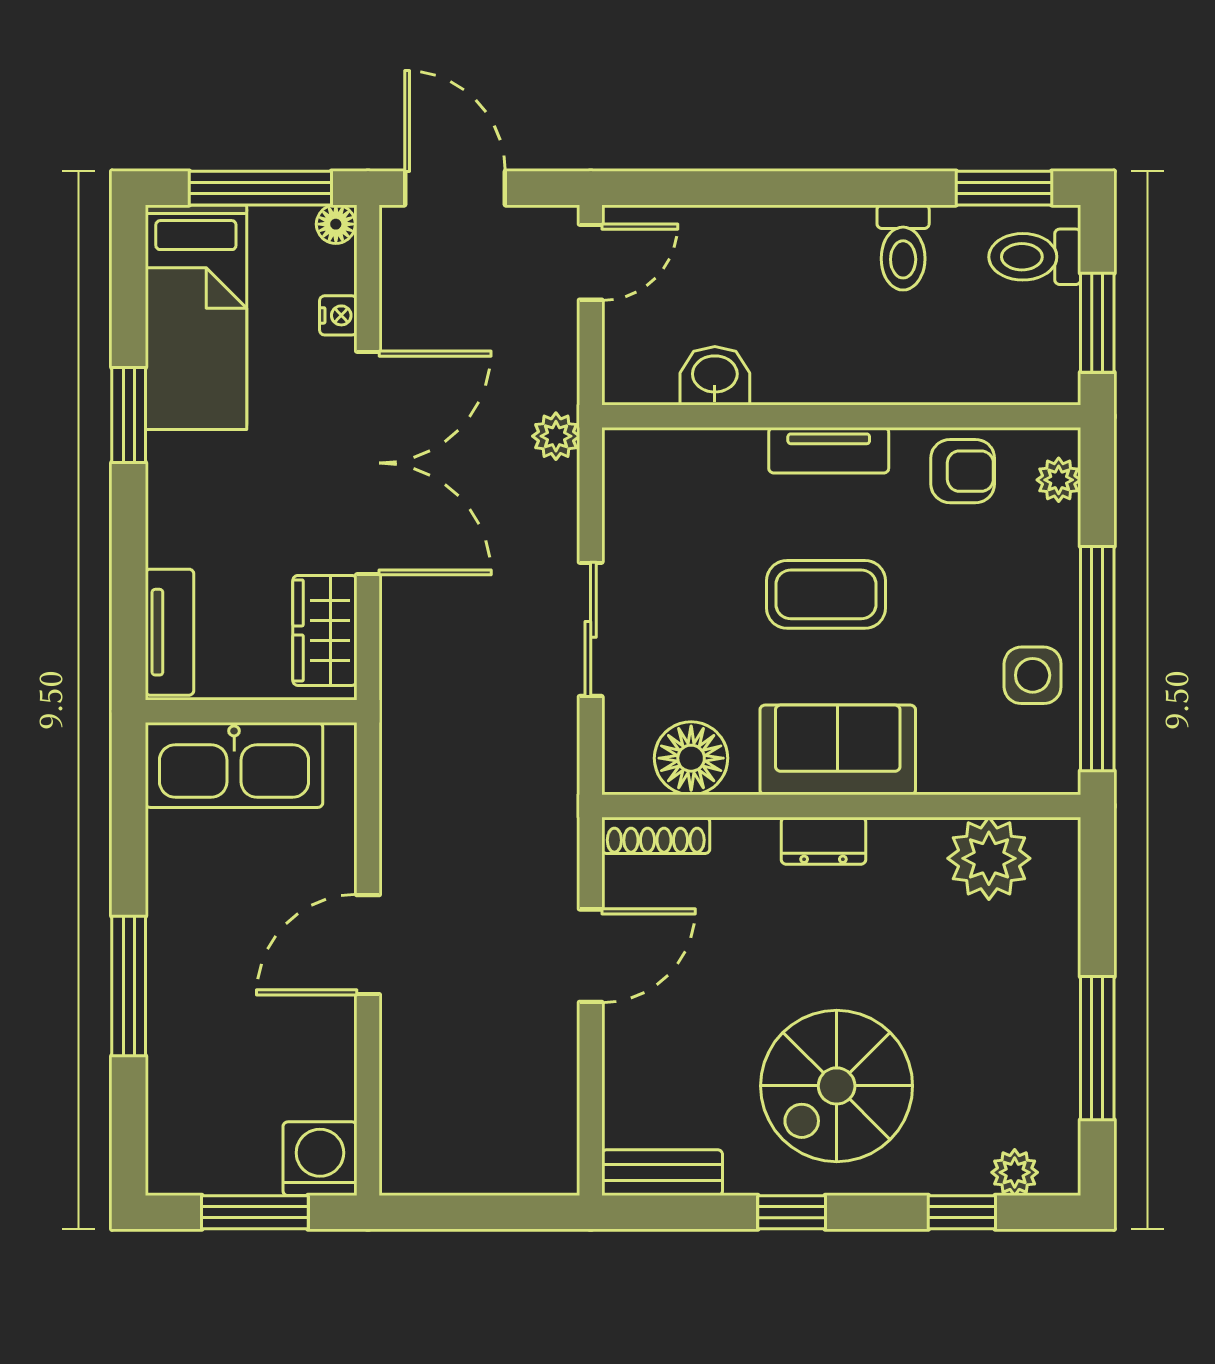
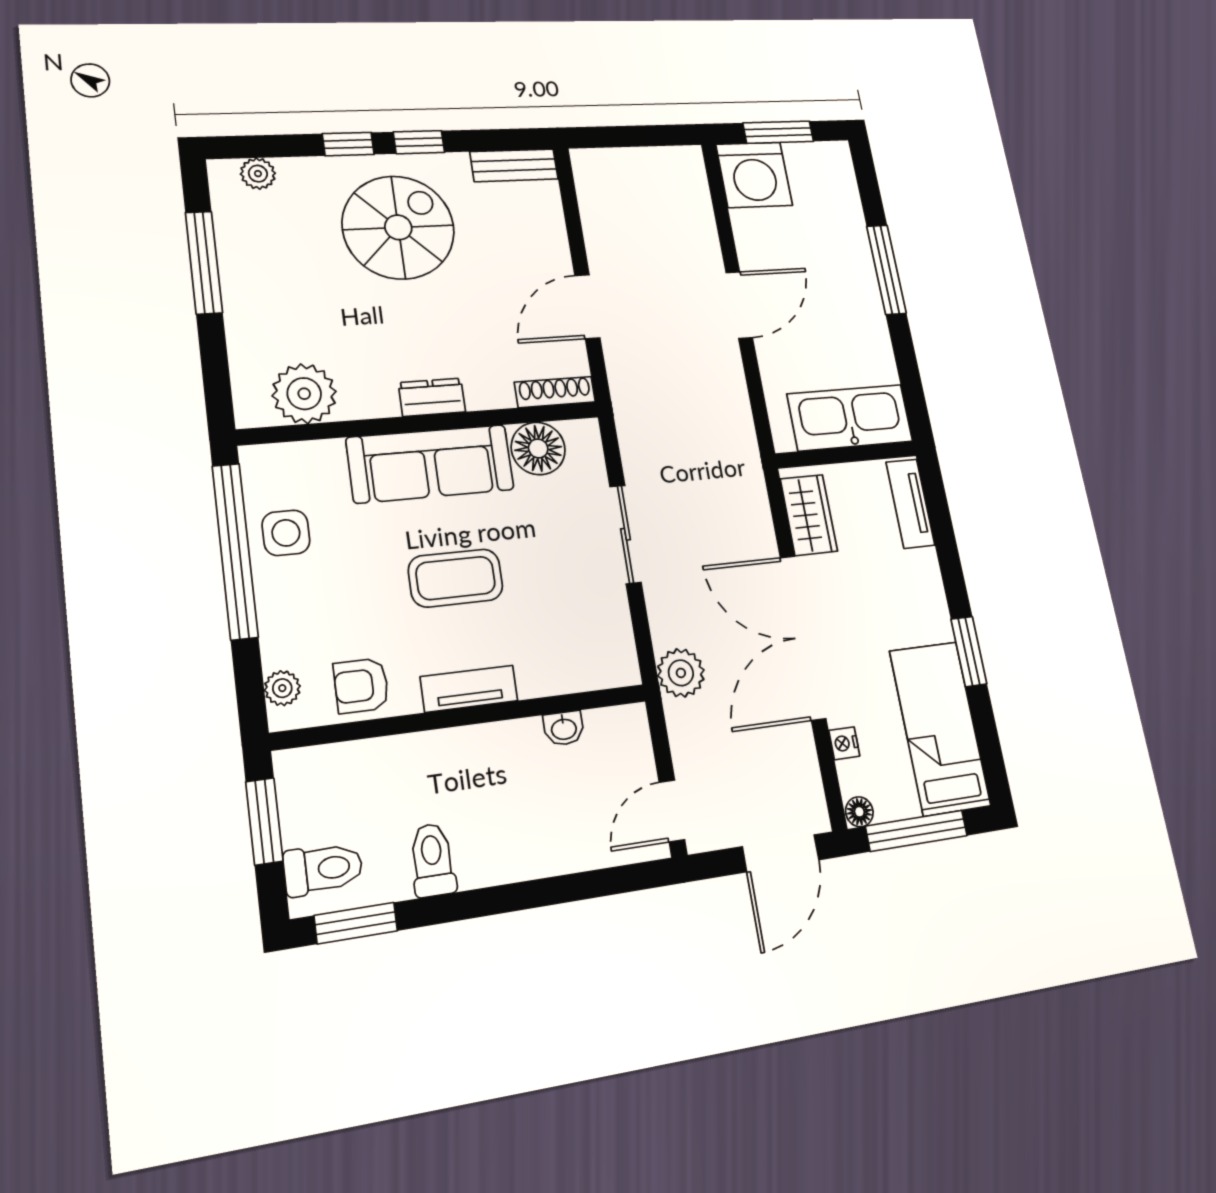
door: (455, 188) -> (781, 853), hinge flipped
washbasin: (715, 376) -> (564, 728), width x0.72, depth x0.69
plant: (556, 436) -> (681, 673), width x1.38, depth x1.38
sofa: (838, 750) -> (430, 464), width x1.36
washing machine: (320, 1159) -> (754, 175), width x1.37, depth x1.37
window: (962, 1212) -> (348, 144), moved

